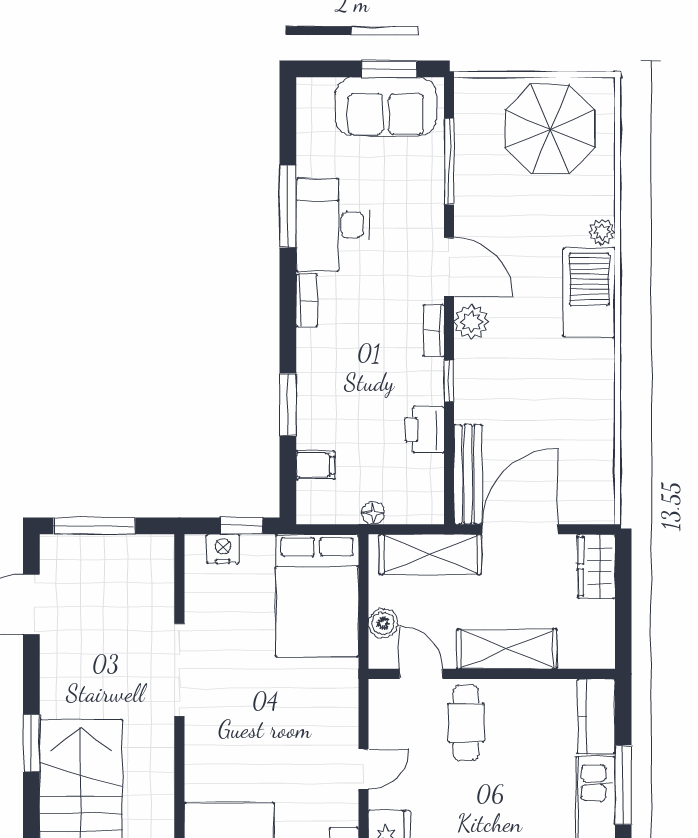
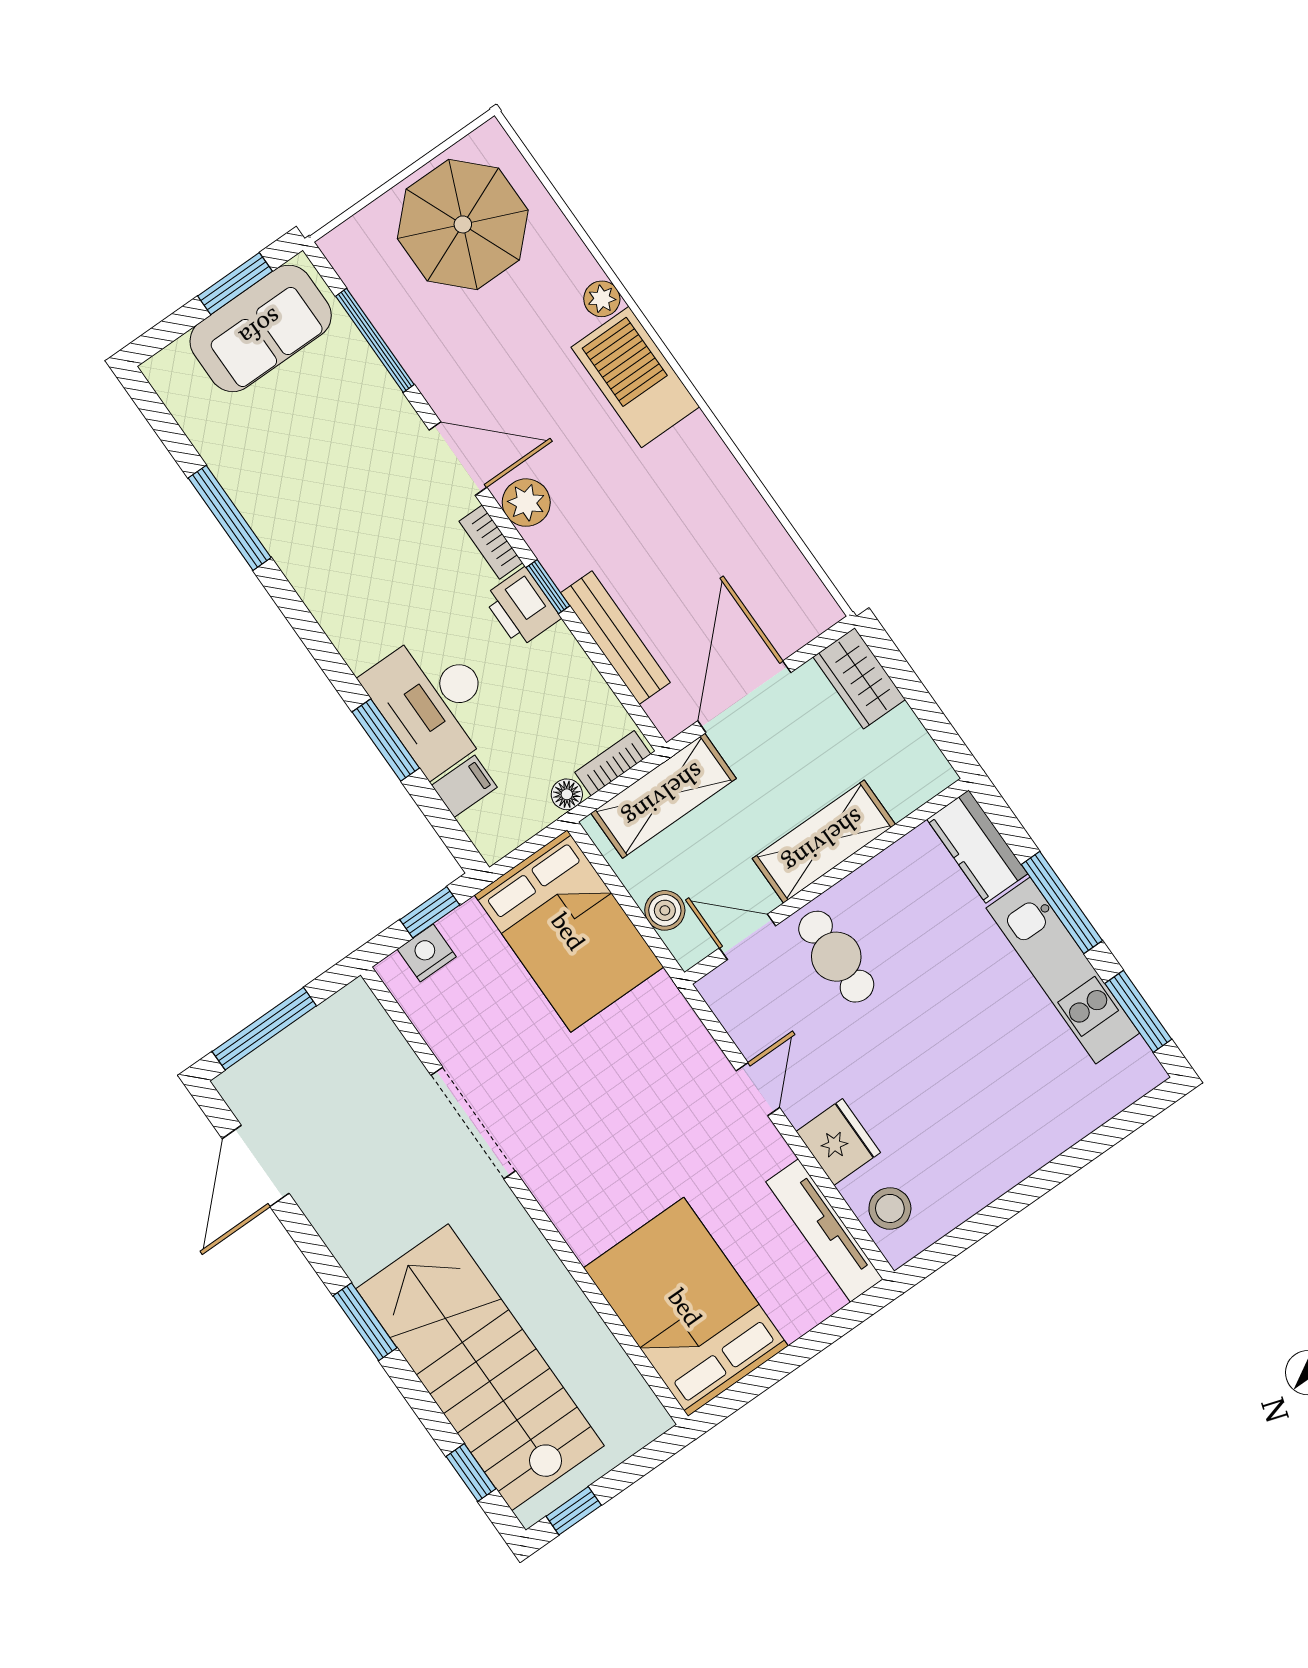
desk: (333, 225) -> (434, 701), moved
bookcase: (307, 300) -> (613, 763), moved, turned -90
printer: (425, 430) -> (522, 607), moved
bench: (468, 474) -> (615, 638), moved

